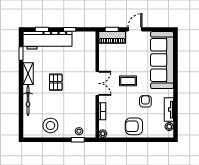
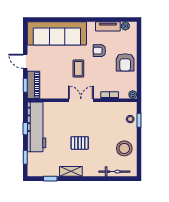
workbench: (47, 40) -> (37, 127), moved
bicycle: (28, 101) -> (114, 172), moved

